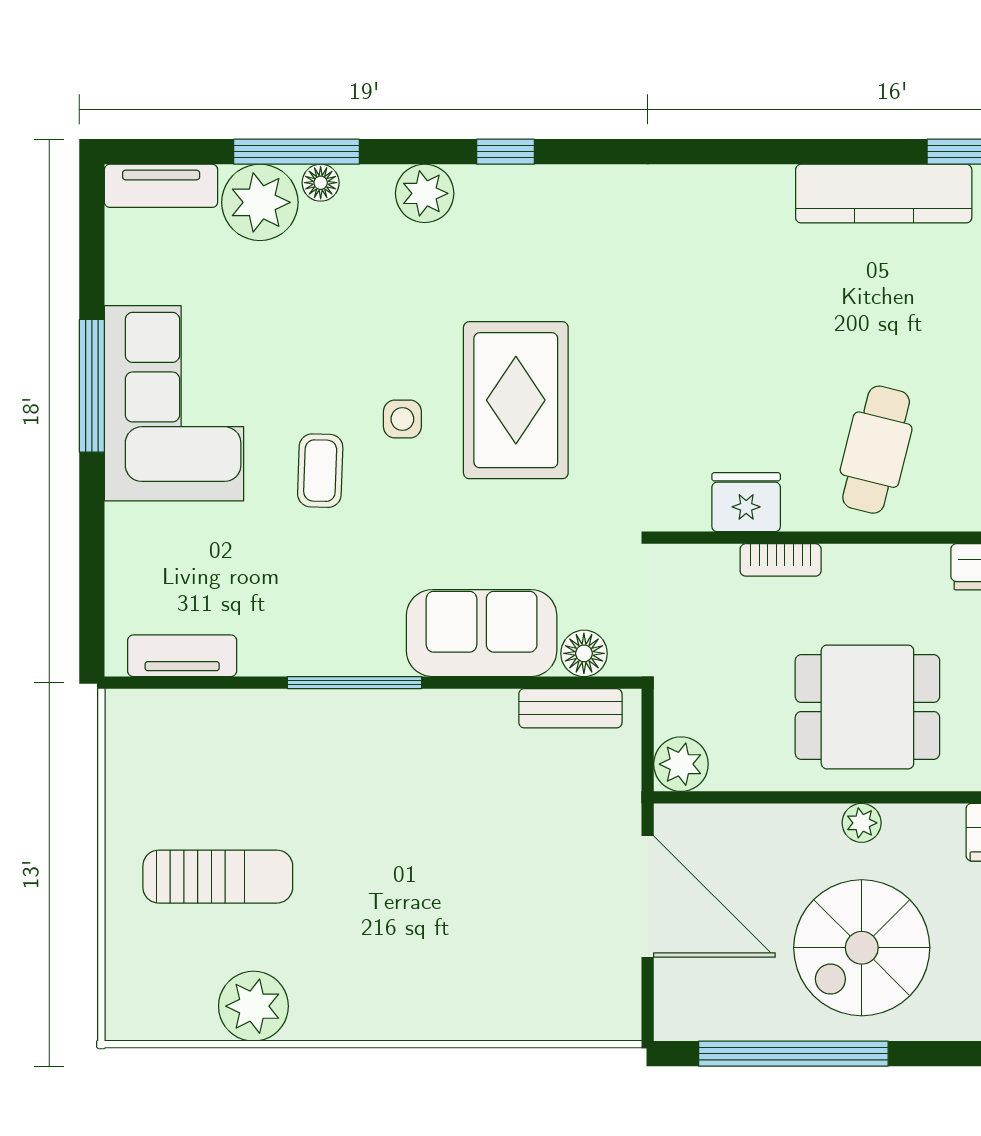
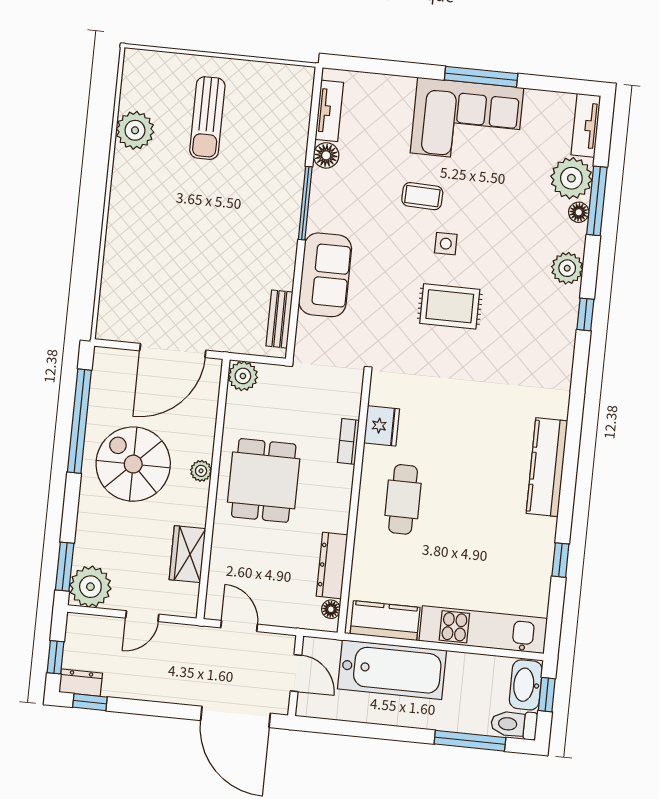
kitchen counter: (884, 194) -> (547, 467), moved
rug: (516, 400) -> (450, 306), width x0.73, depth x0.70
cafe table: (876, 450) -> (403, 499), turned 76
floor lamp: (584, 653) -> (326, 155), moved

